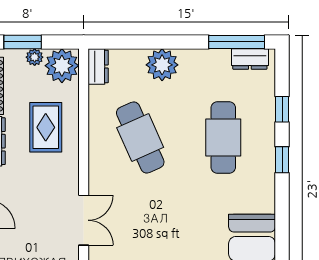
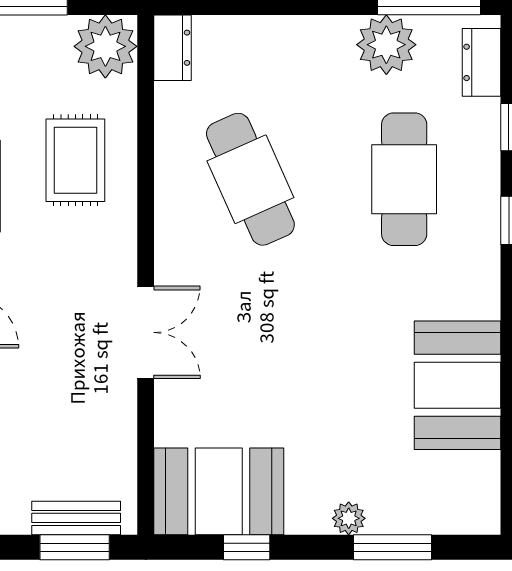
plant: (35, 57) -> (55, 31), removed
dresser: (250, 59) -> (482, 62), moved, turned 90
plant: (162, 65) -> (386, 45), moved

